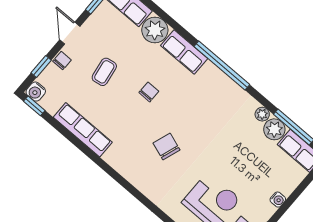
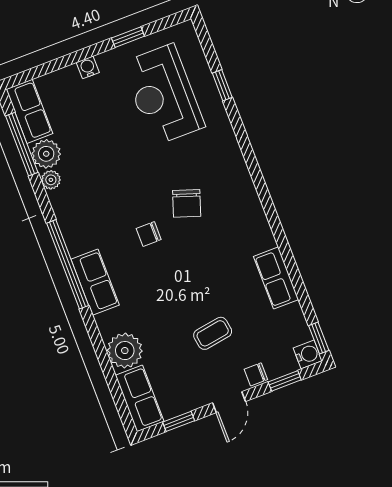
row of seats: (184, 52) -> (95, 282), moved
chair: (149, 92) -> (149, 234), moved
row of seats: (83, 130) -> (276, 278), width x0.68

